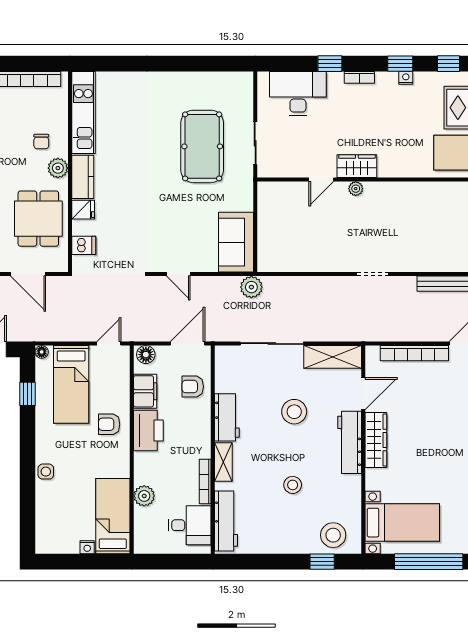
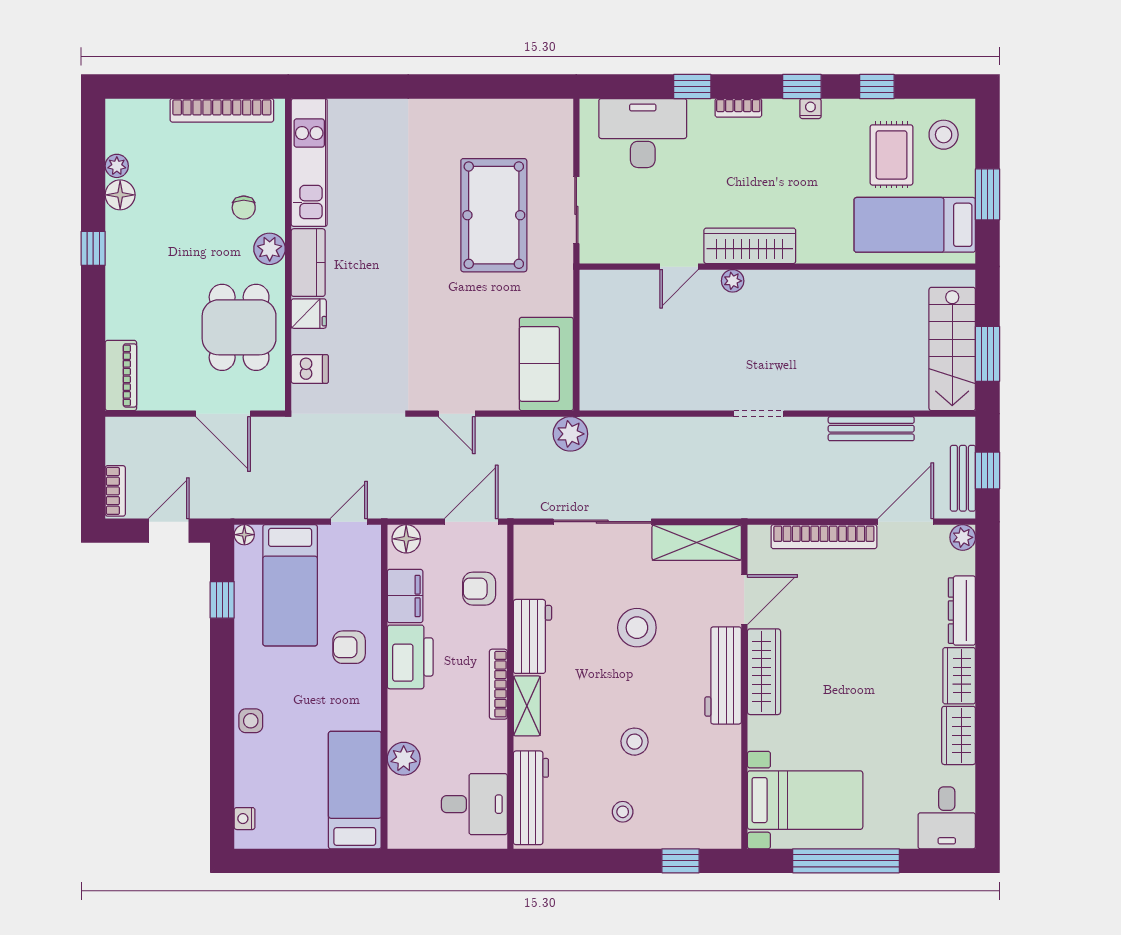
wardrobe: (357, 166) -> (750, 246), width x1.50
bookcase: (205, 482) -> (498, 684), moved
stool: (333, 535) -> (623, 812), moved, width x0.53, depth x0.53
nightstand: (87, 547) -> (245, 819), moved, turned 90

